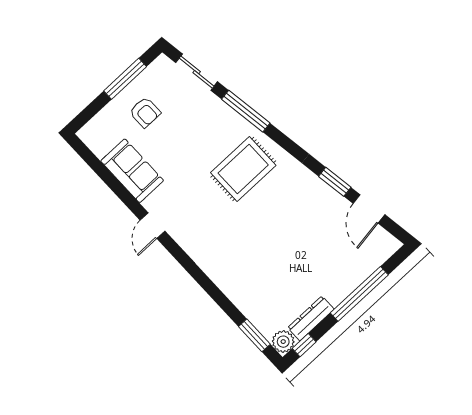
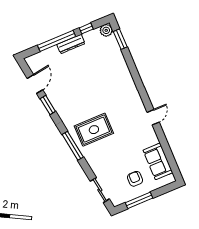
window: (246, 111) -> (73, 146), moved
sofa: (132, 171) -> (158, 161), moved
dresser: (311, 318) -> (71, 44), moved
window: (304, 345) -> (86, 28), moved

